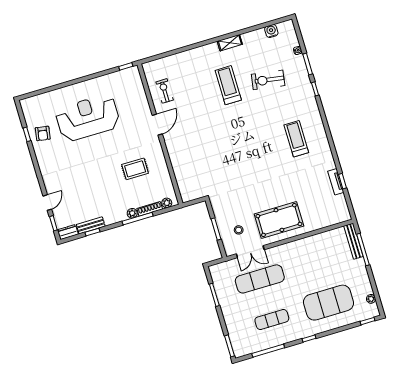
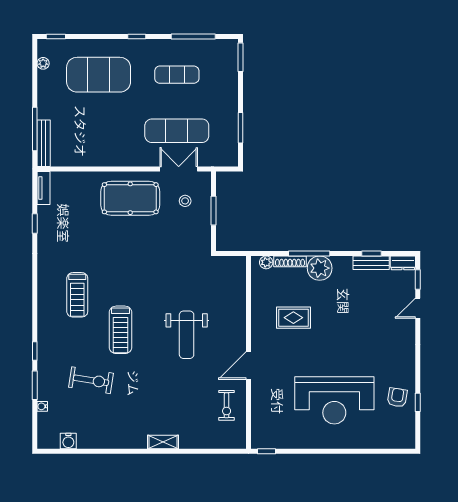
shelving: (230, 43) -> (163, 442), moved
treadmill: (228, 85) -> (121, 330), moved
weight bench: (209, 133) -> (187, 335), added
tv unit: (336, 182) -> (44, 188), moved
plant: (132, 213) -> (320, 268), width x1.87, depth x1.87

